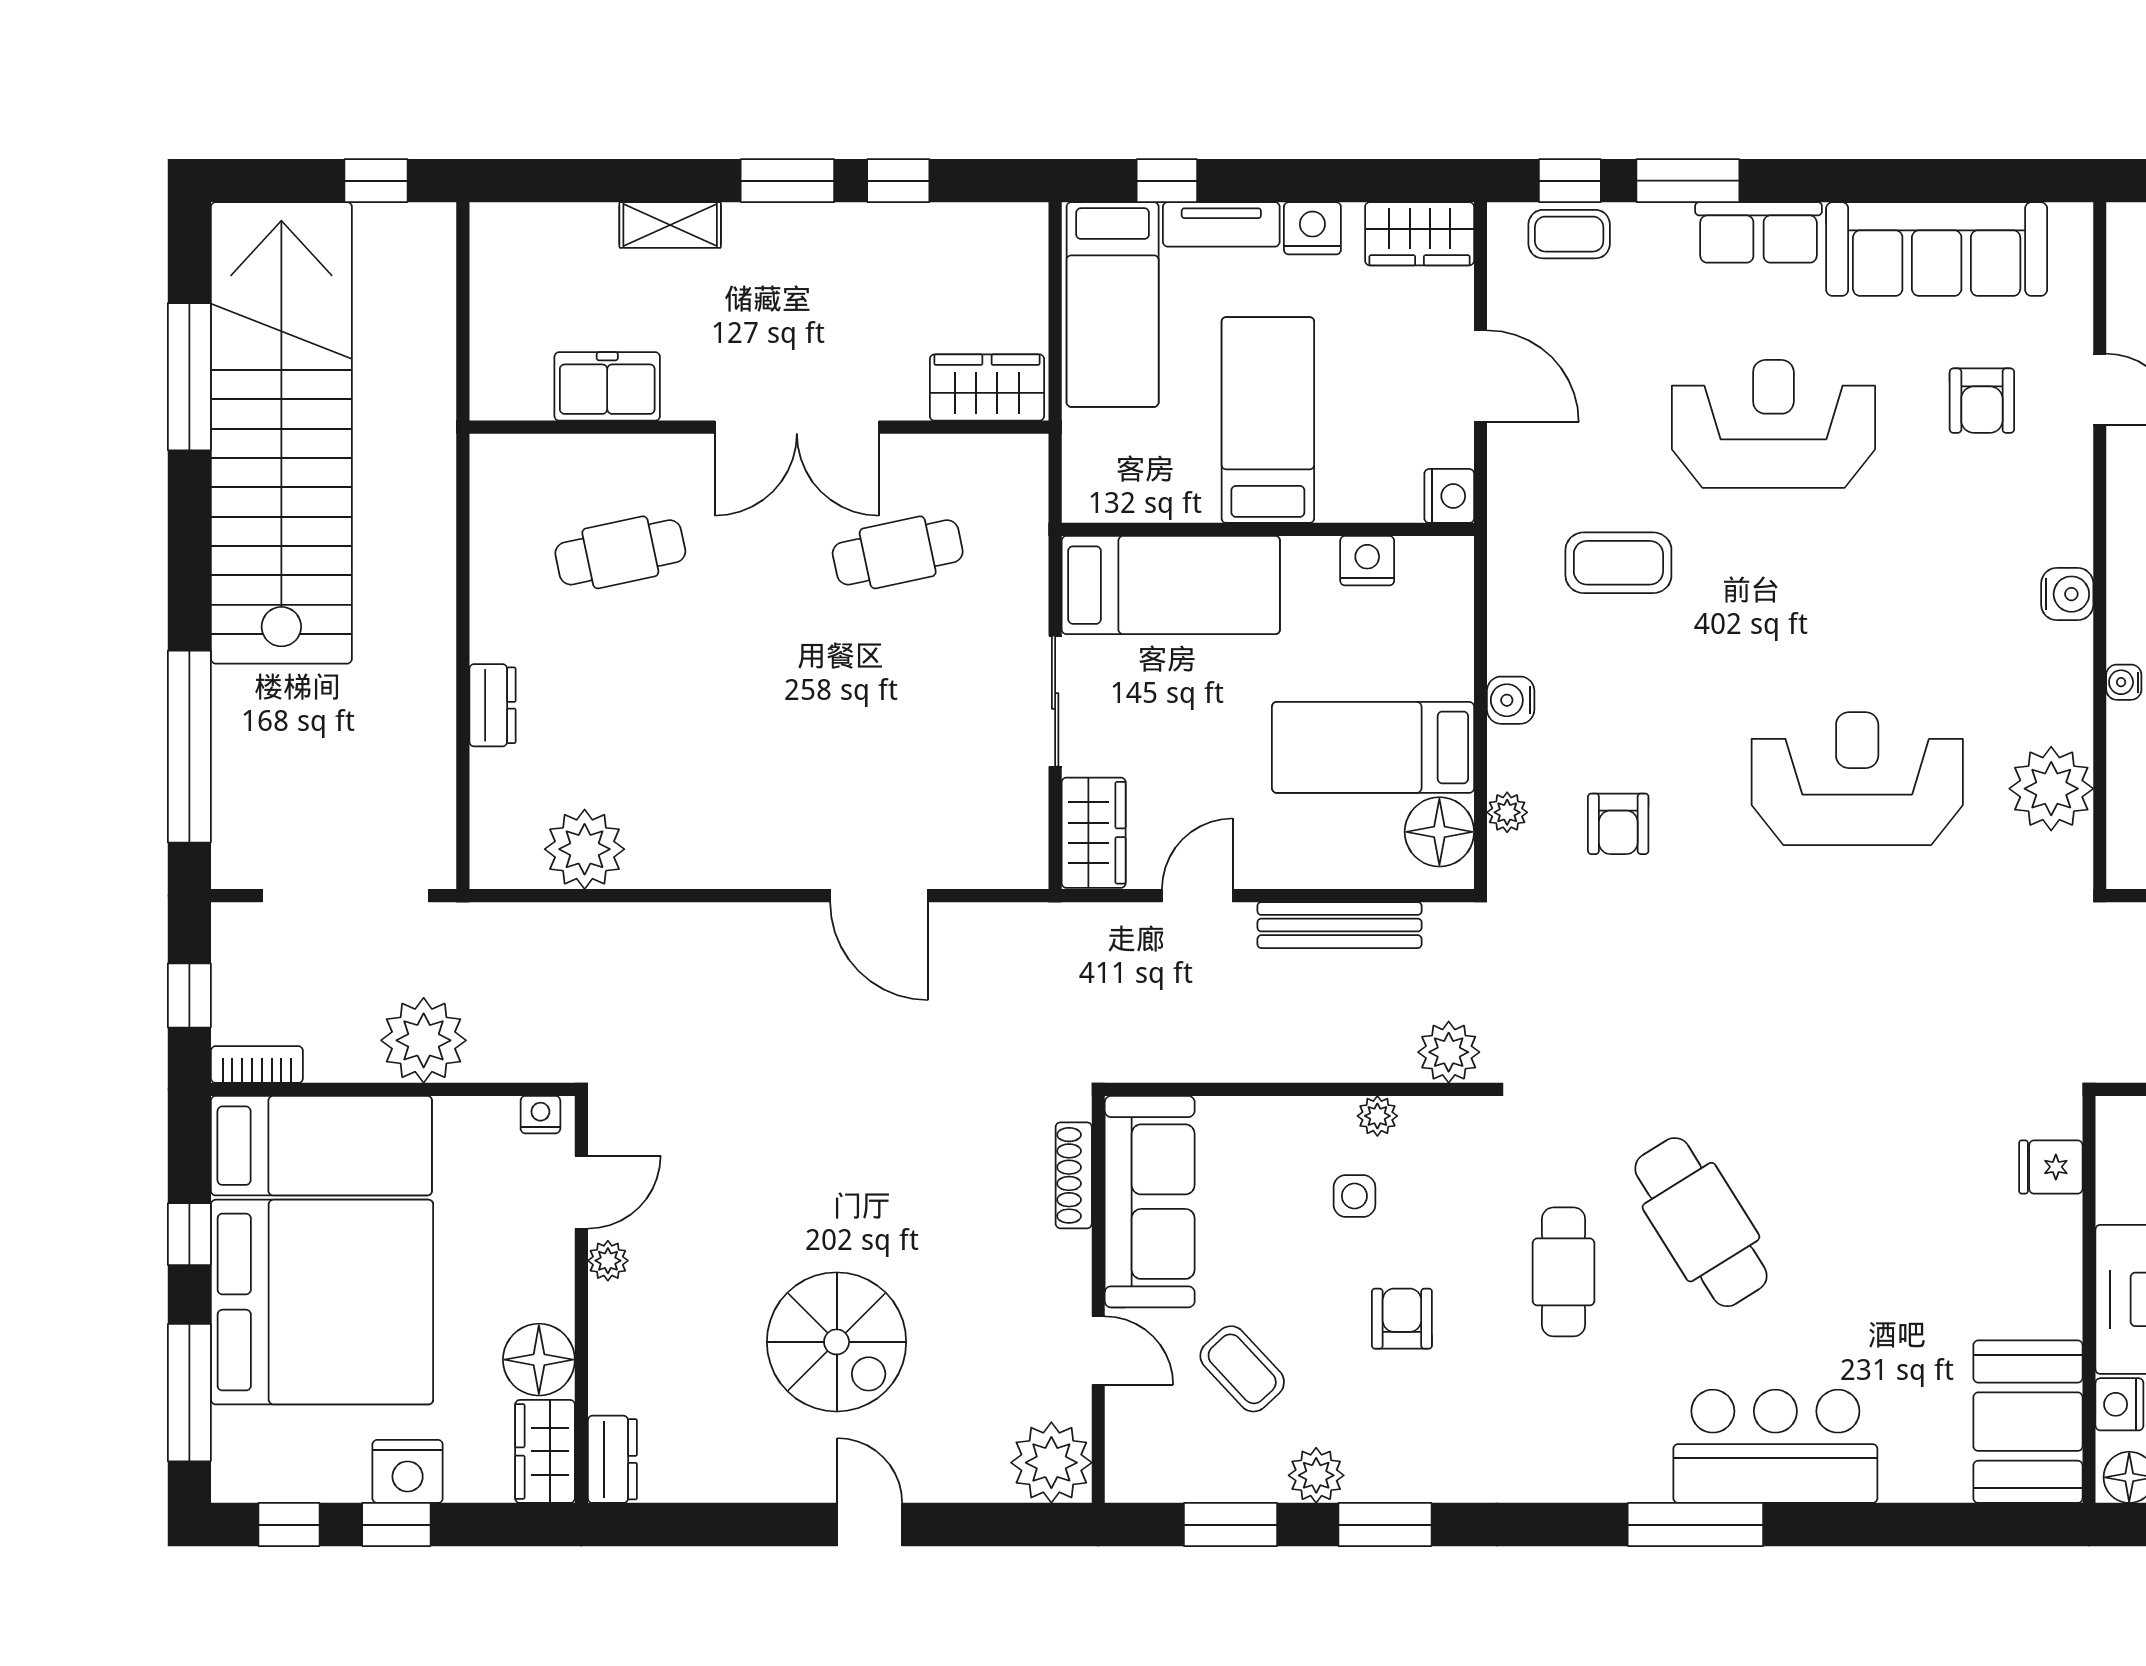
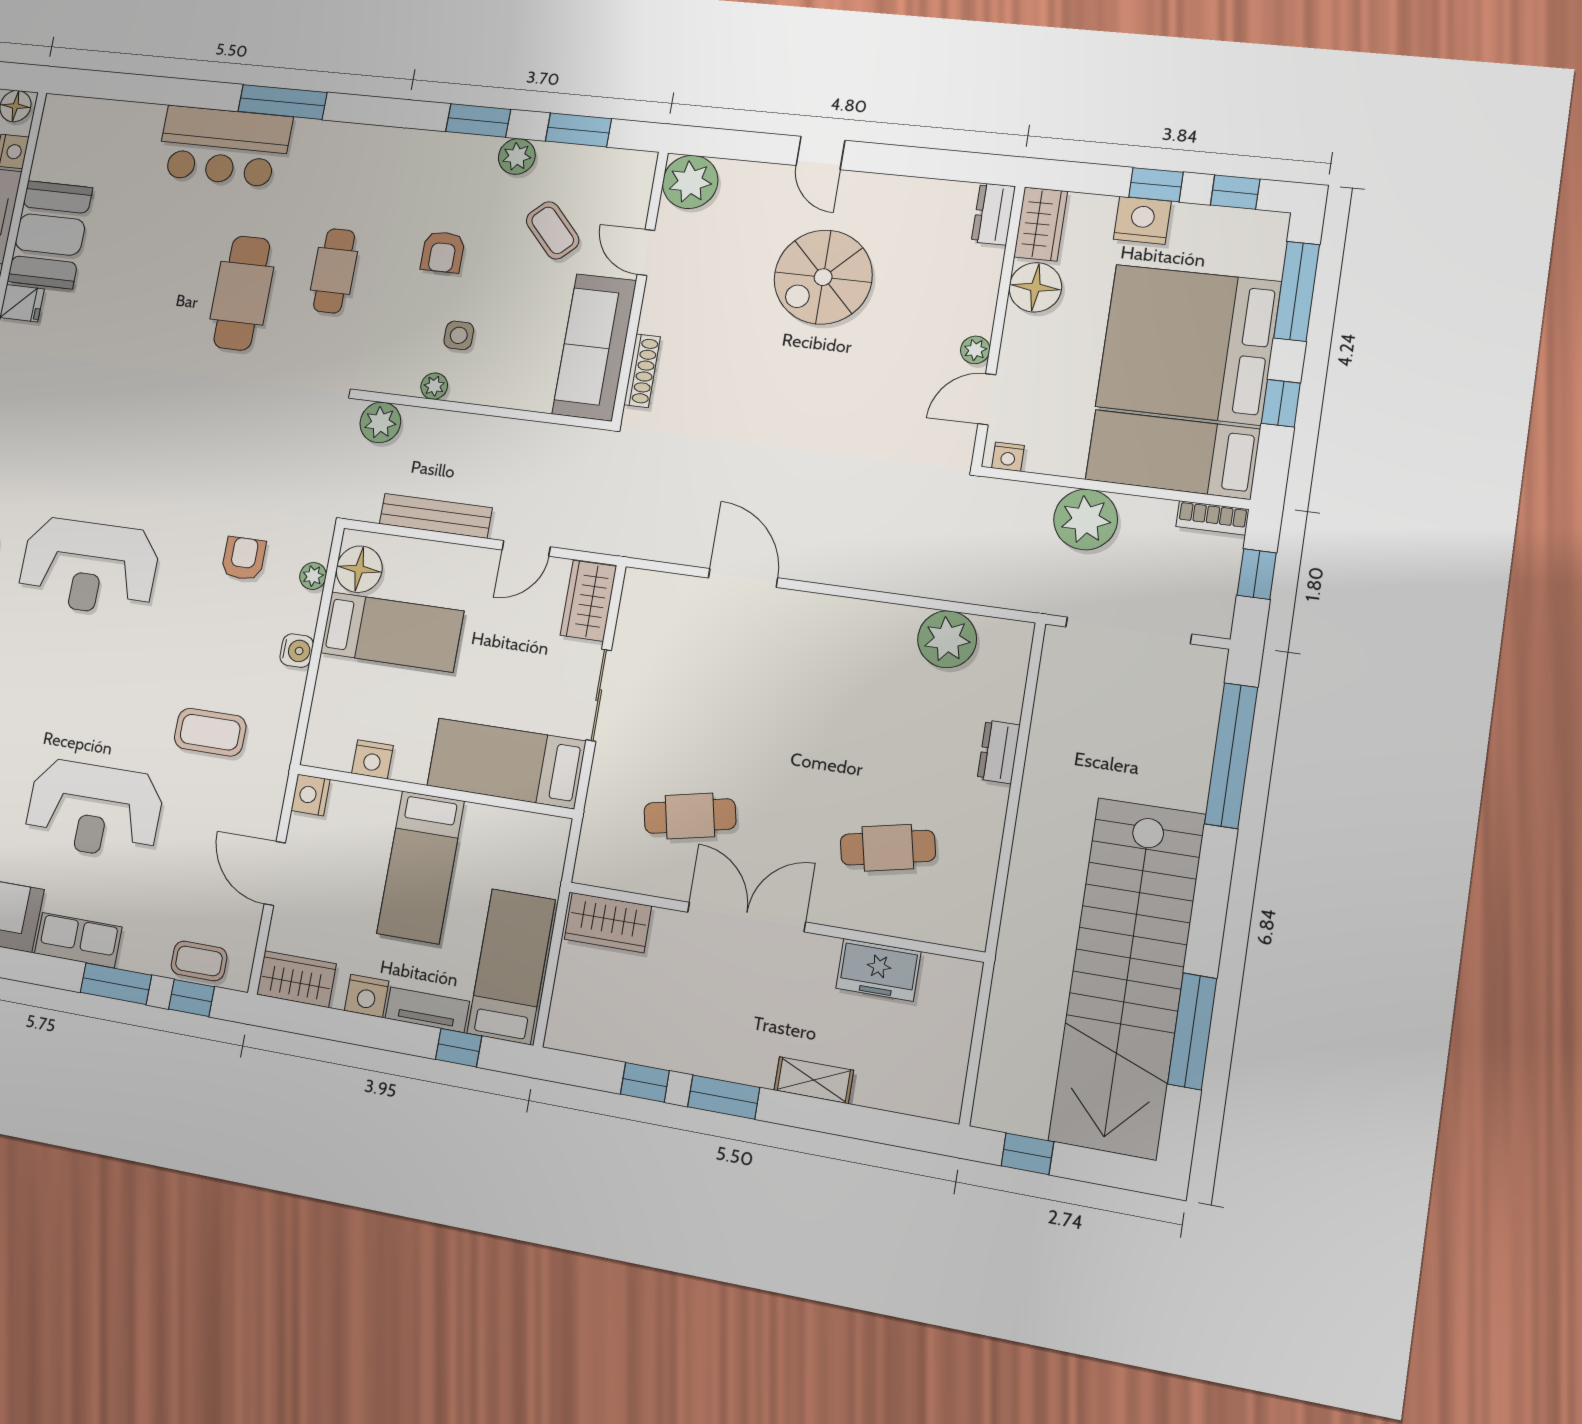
cafe table: (1701, 1222) -> (242, 293), turned 32
spiral stairs: (837, 1342) -> (823, 277), turned -90
booth: (2028, 1422) -> (50, 235), moved

